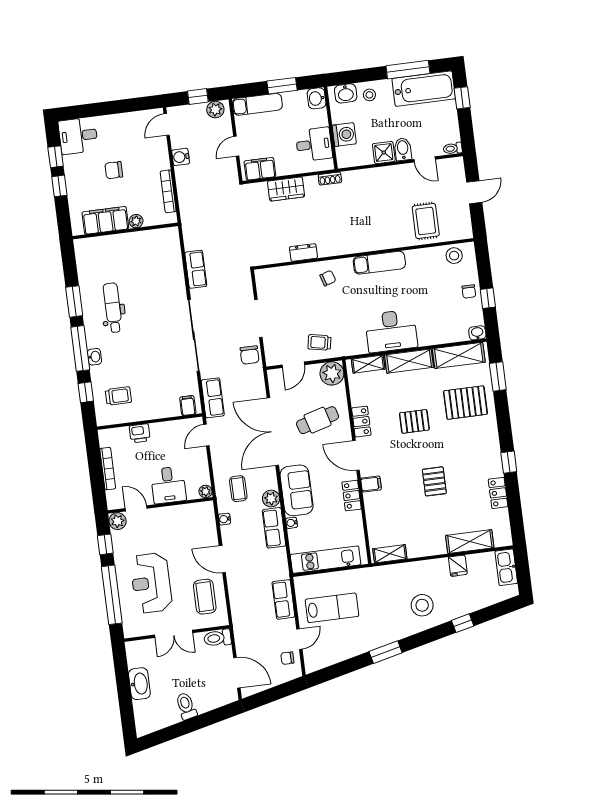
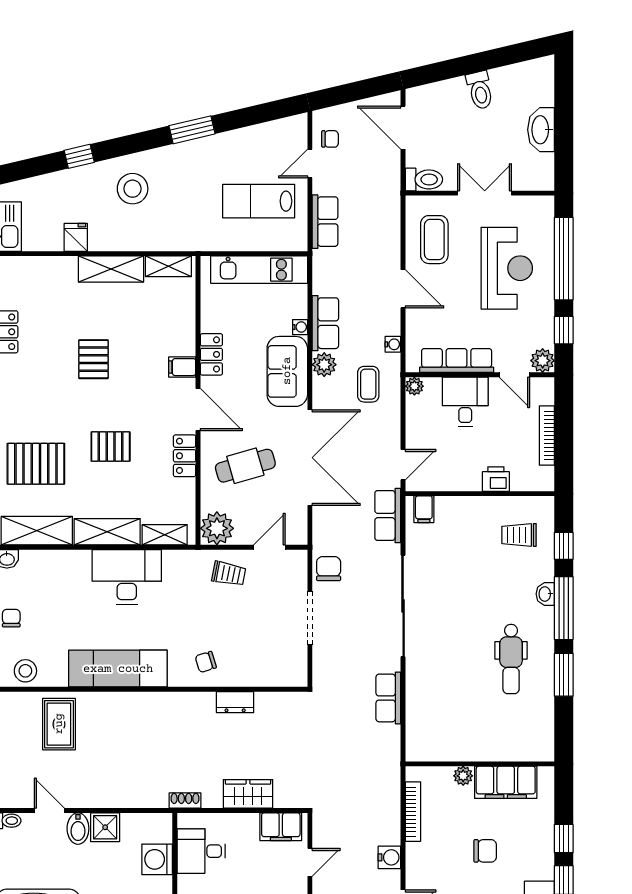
exam couch: (379, 263) -> (118, 669), width x1.36, depth x1.45
row of seats: (178, 513) -> (457, 361), added
shelving: (470, 542) -> (111, 269), moved

